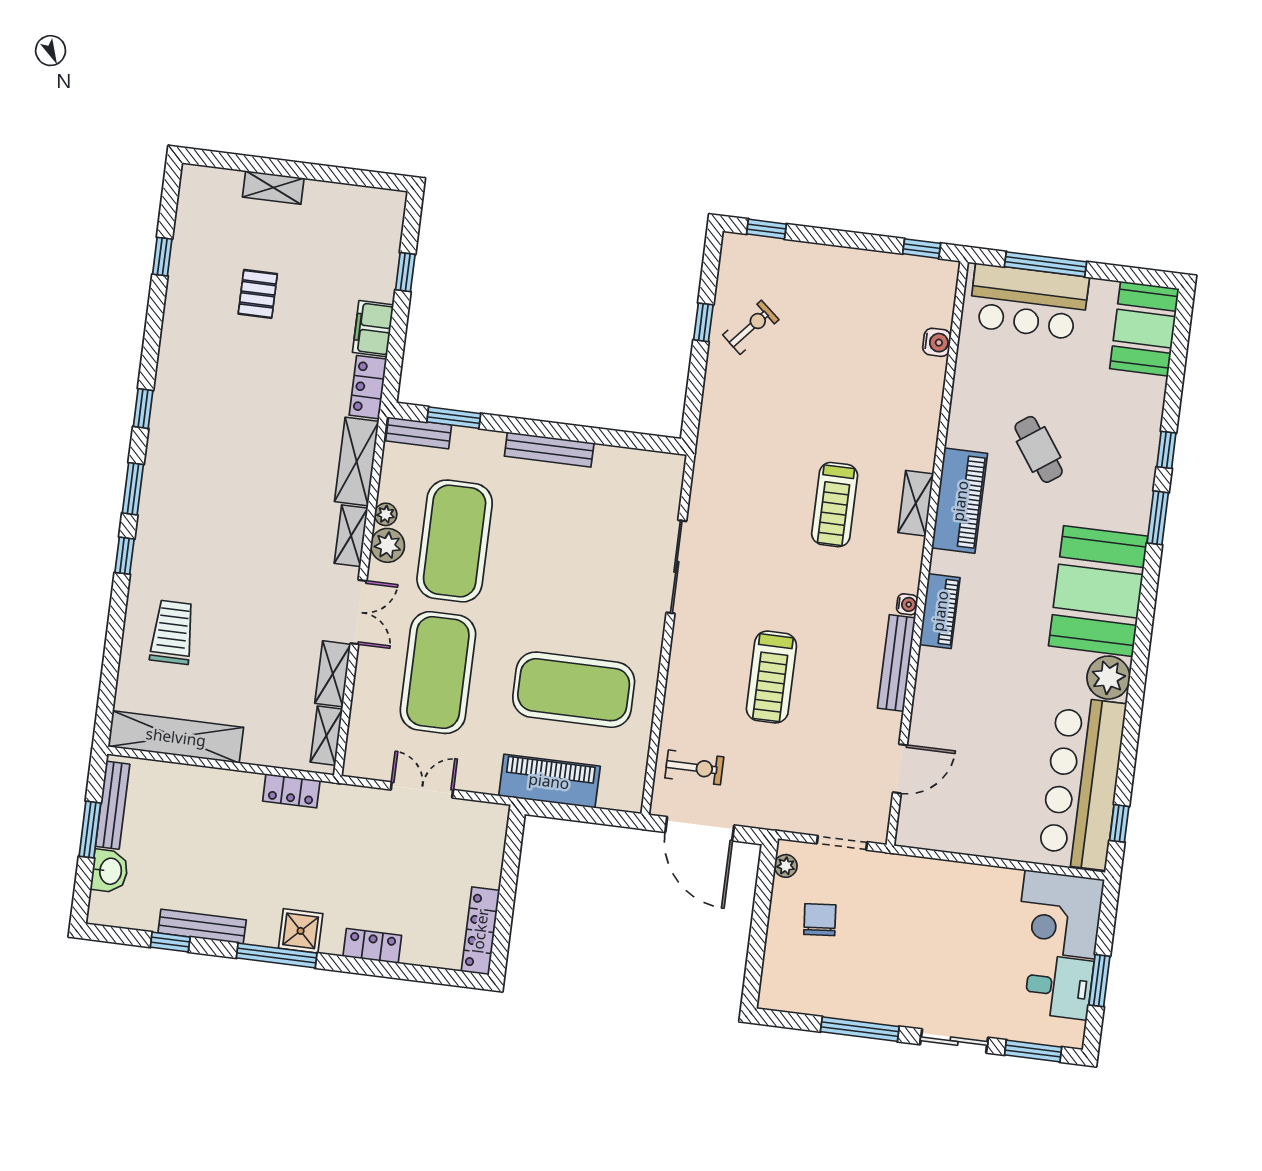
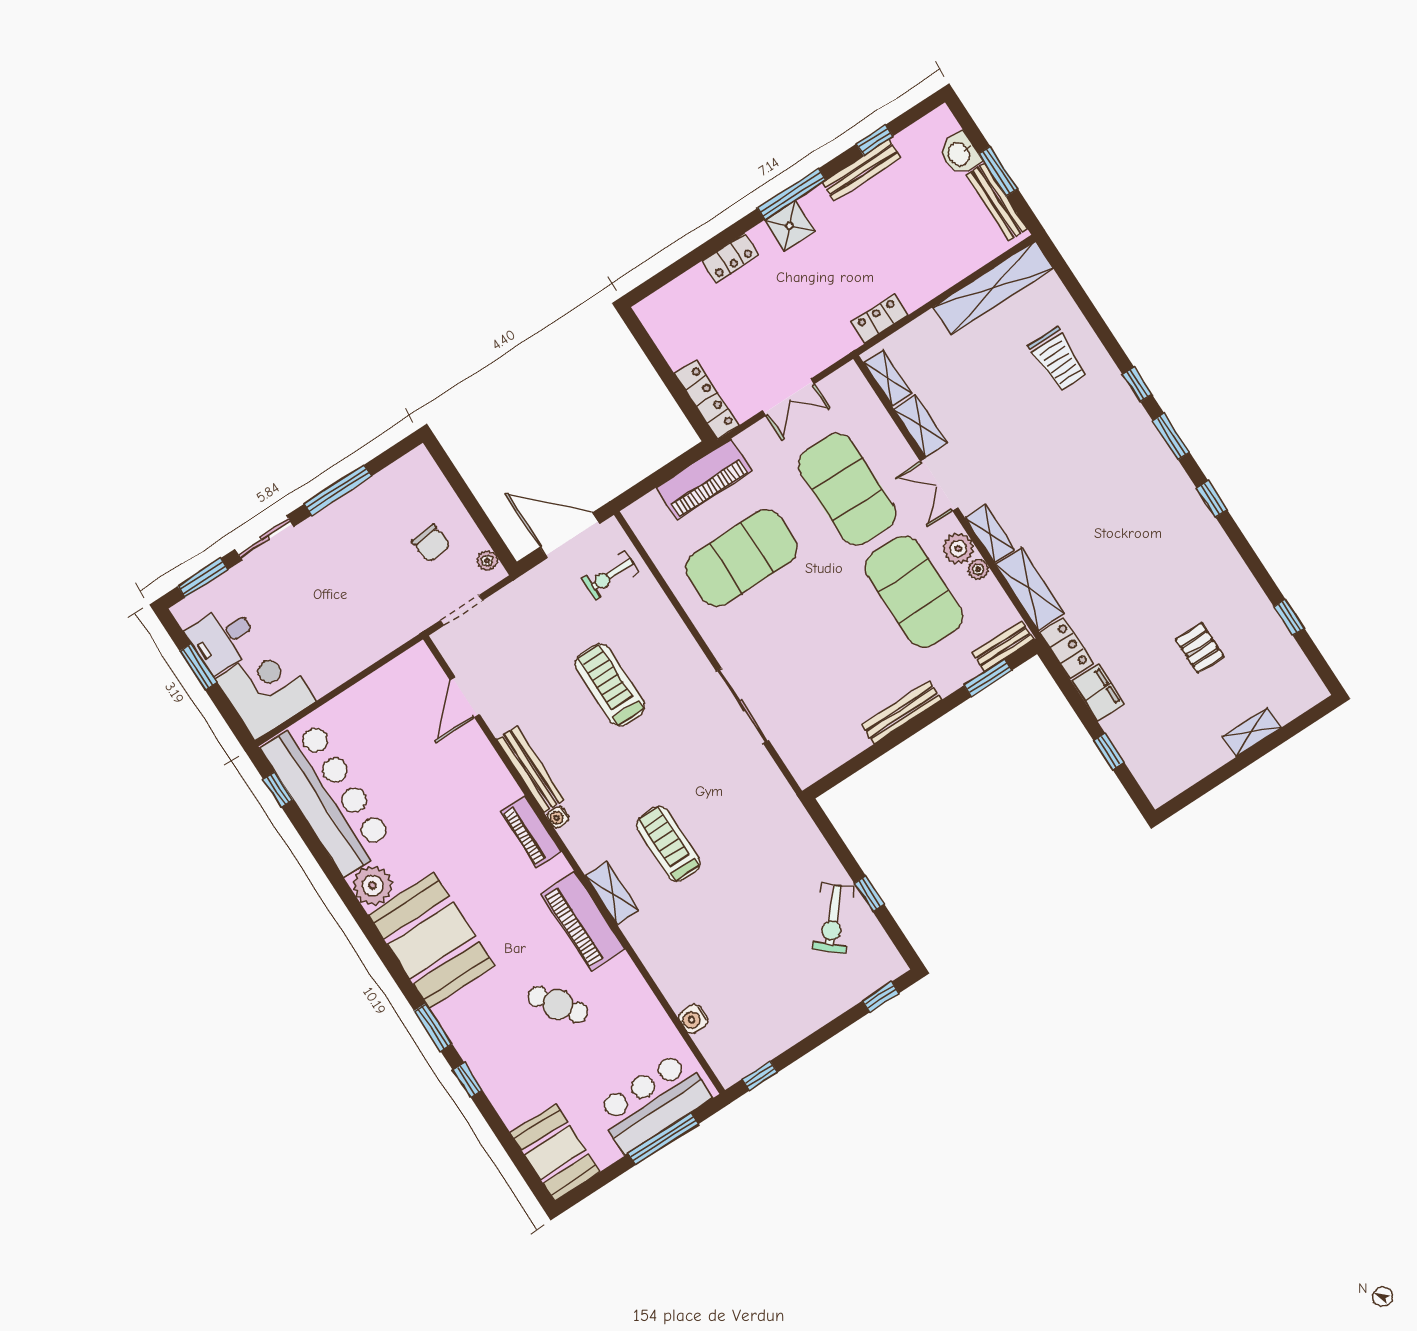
exercise bike: (751, 327) -> (833, 919), width x1.38, depth x1.39
locker: (480, 931) -> (707, 400), moved

